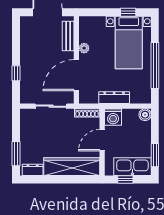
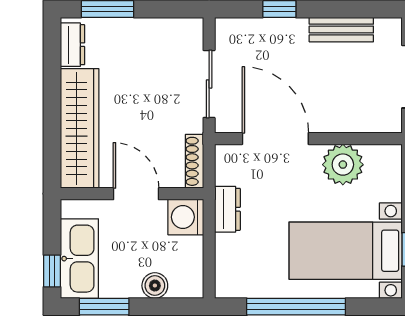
bench: (68, 36) -> (341, 30), moved
plant: (84, 48) -> (343, 165), width x1.88, depth x1.88
dresser: (114, 98) -> (227, 209), width x0.70
boiler: (145, 115) -> (155, 286), moved
window: (125, 179) -> (52, 271), moved

